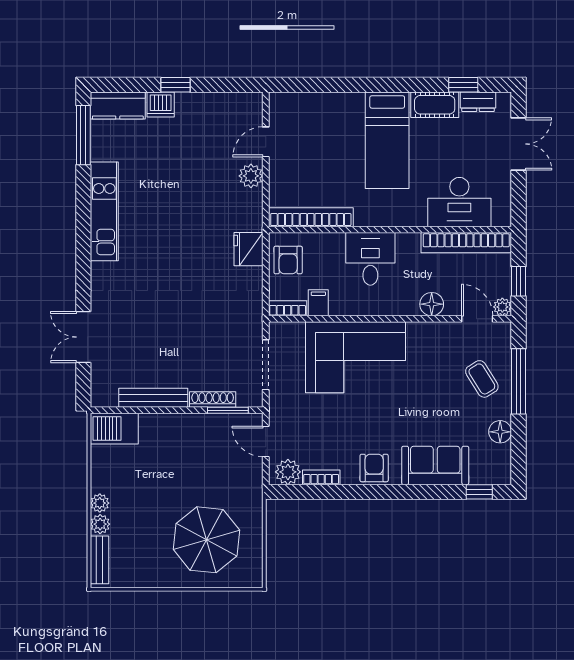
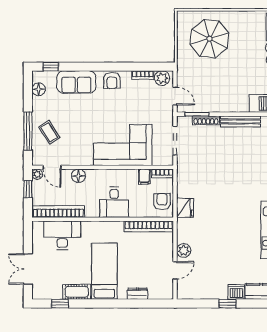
dresser: (478, 102) -> (138, 294), moved
floor lamp: (500, 432) -> (39, 89), moved

